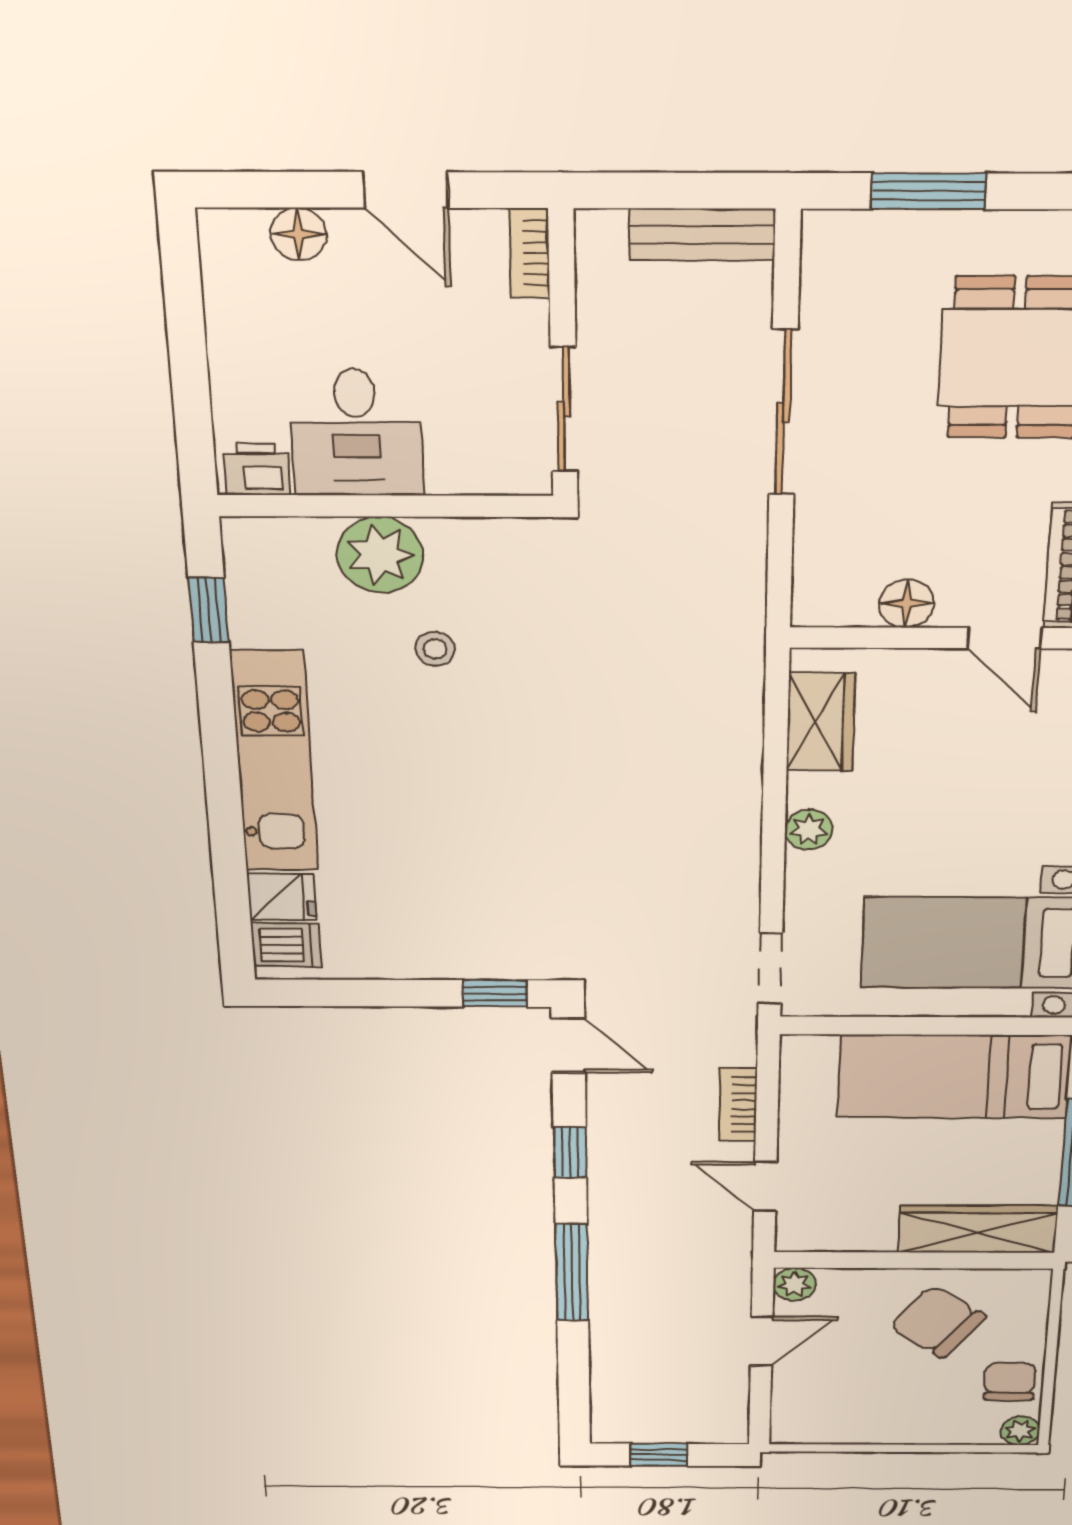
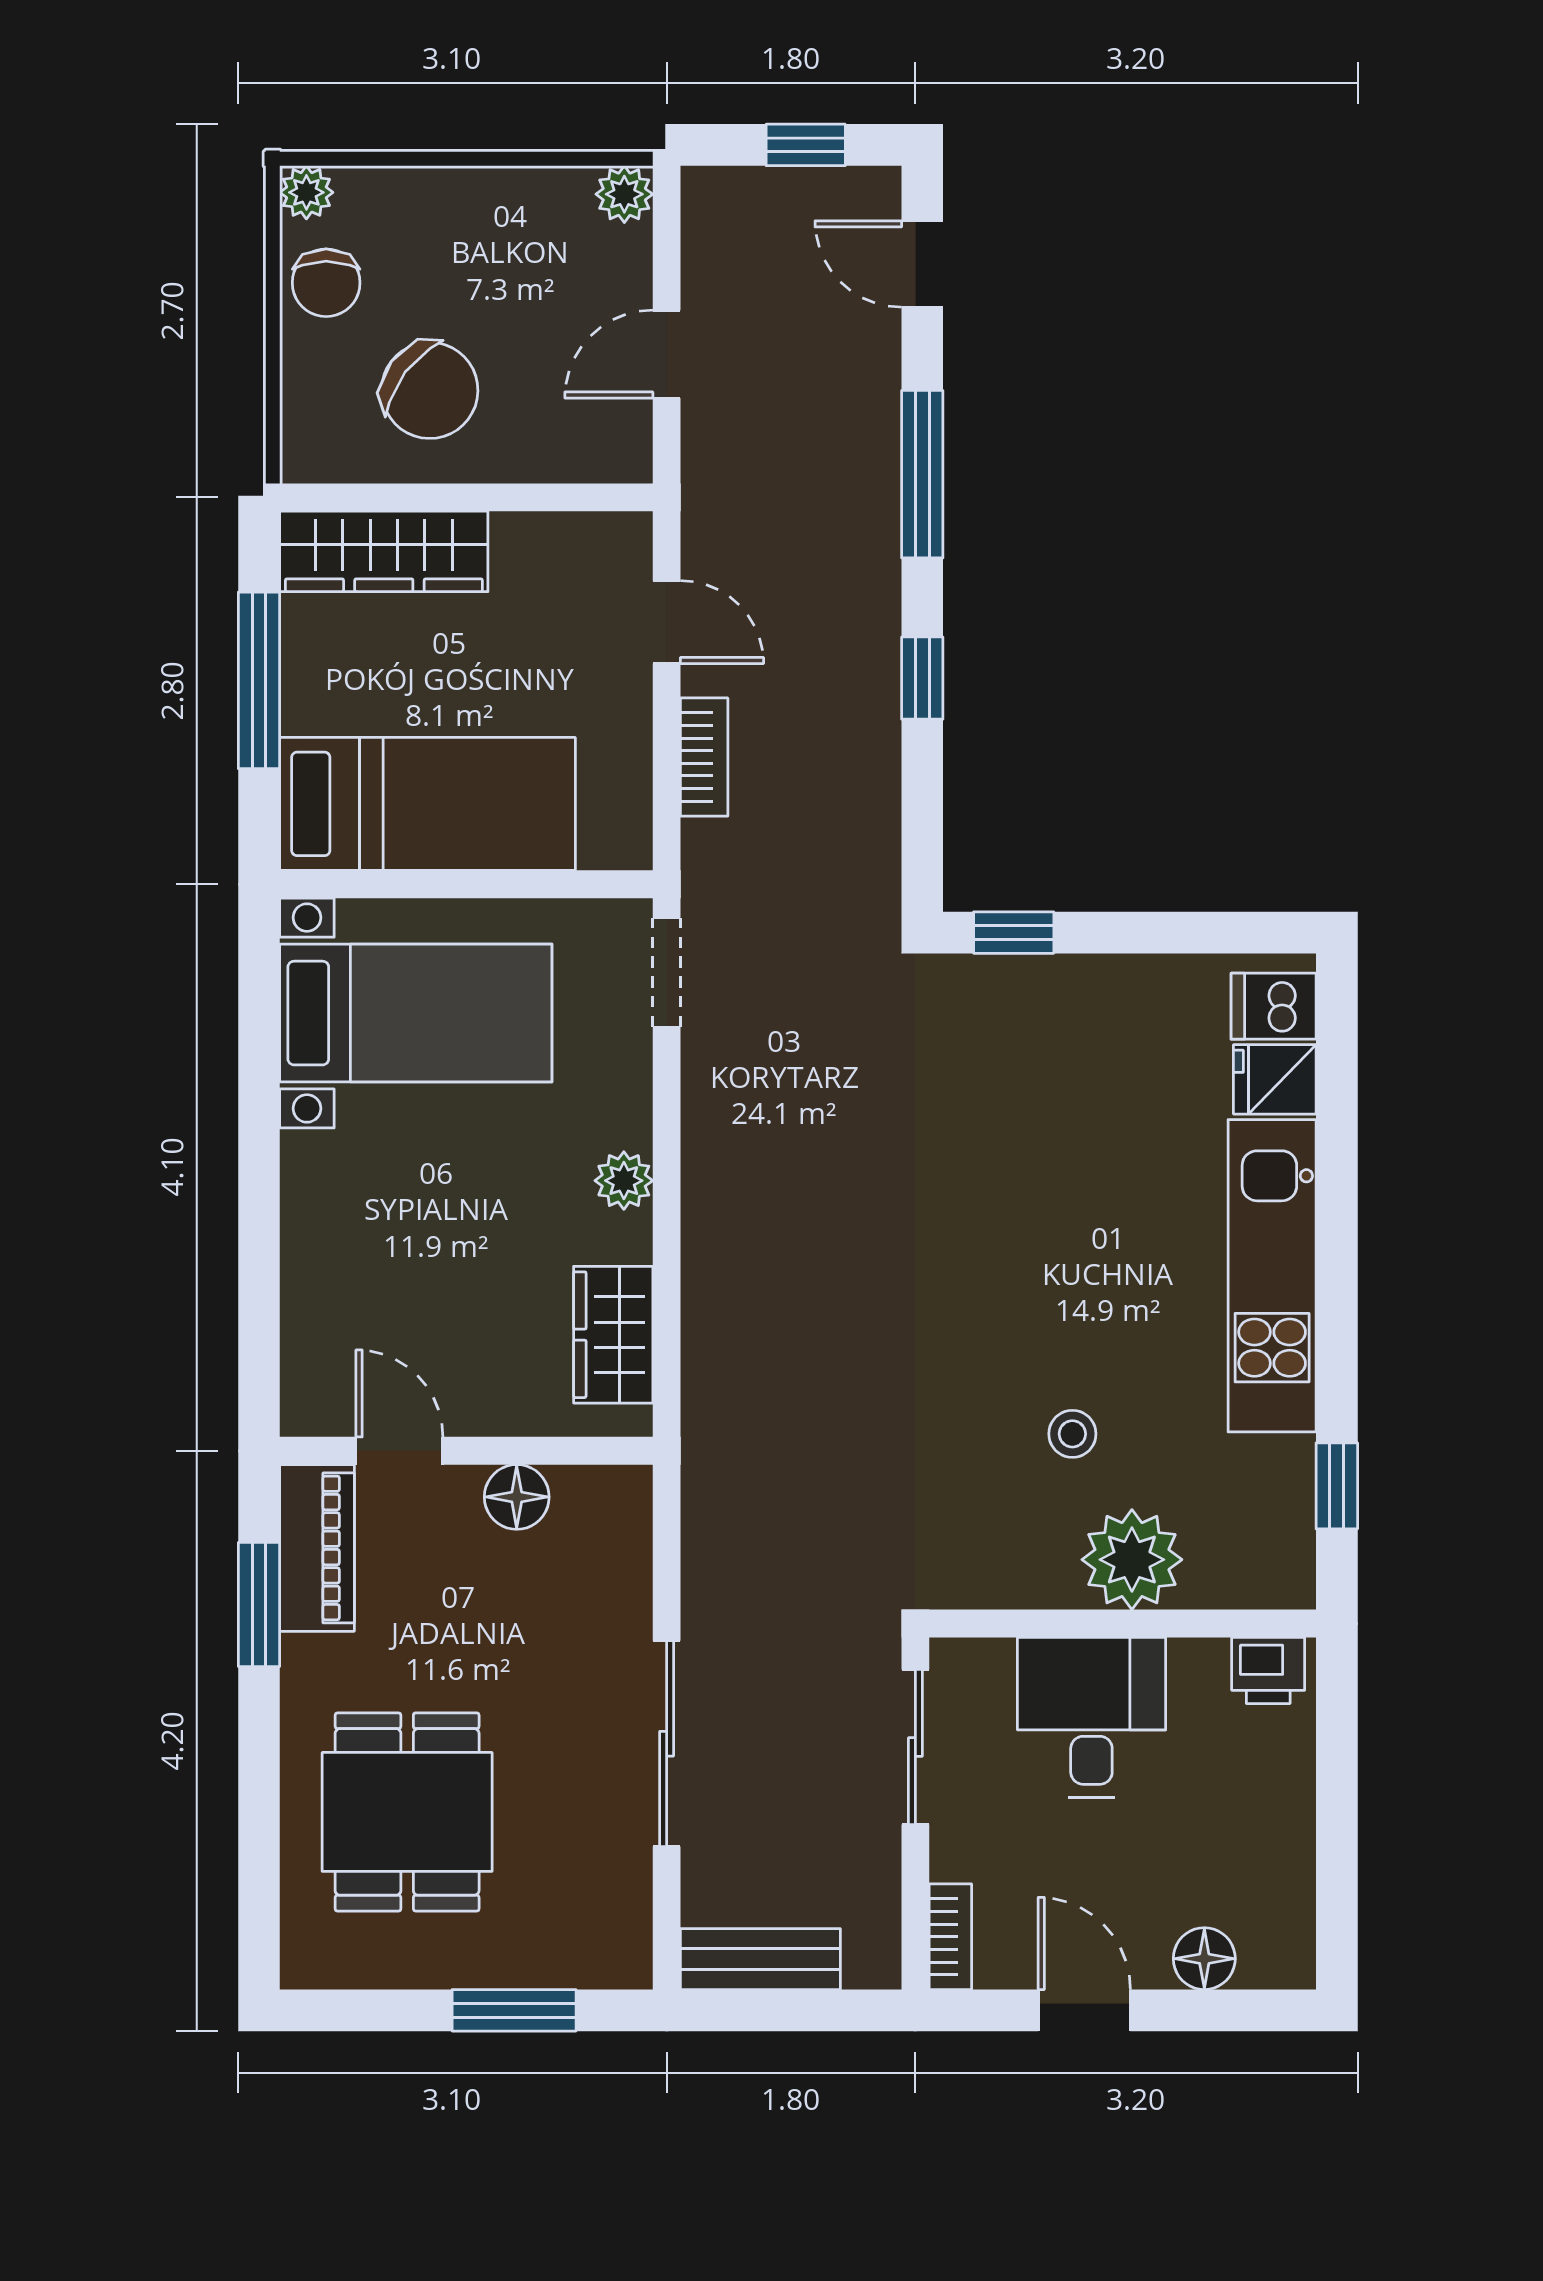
desk: (356, 433) -> (1091, 1717), moved
door: (568, 1046) -> (922, 264), moved
plant: (794, 1284) -> (624, 194), moved

